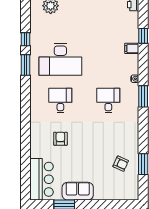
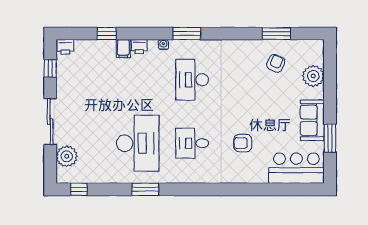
window: (25, 39) -> (79, 189), moved
printer: (133, 60) -> (139, 47), added
desk: (108, 100) -> (192, 80), width x1.37
plant: (111, 192) -> (313, 76), added

